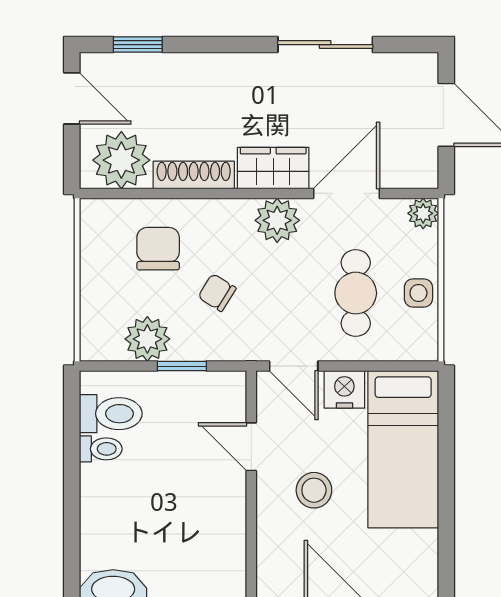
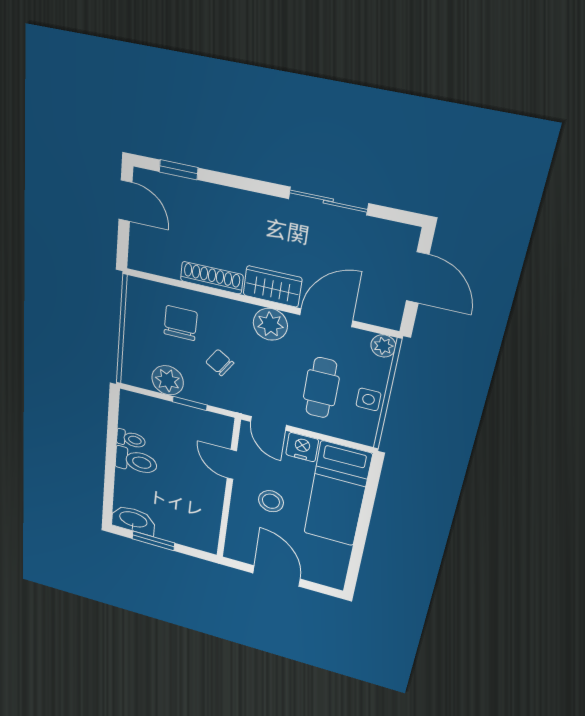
plant: (121, 160) -> (159, 255), removed
toilet: (111, 414) -> (136, 461), moved

